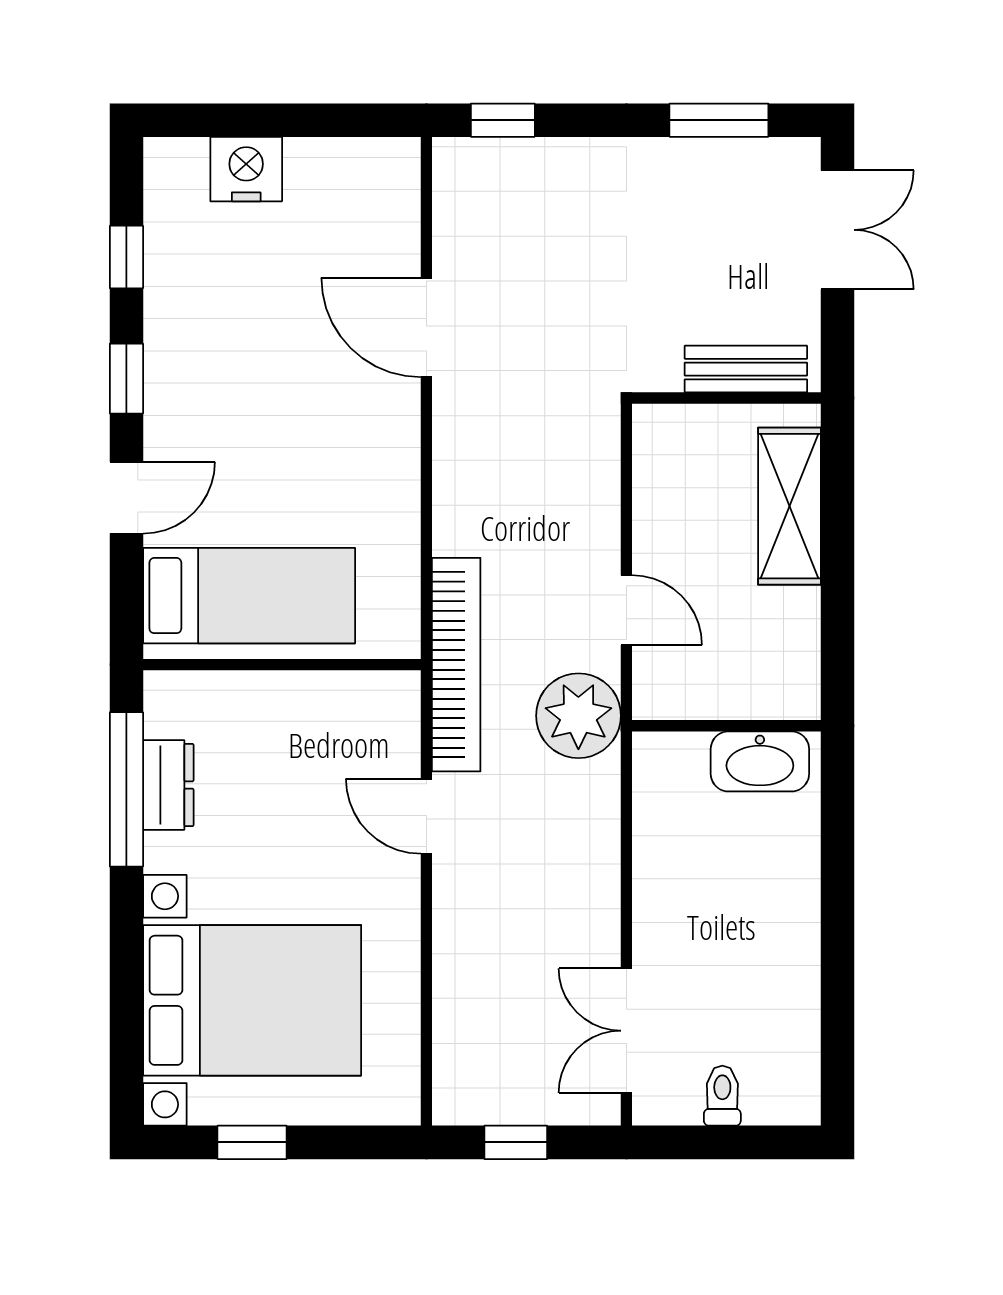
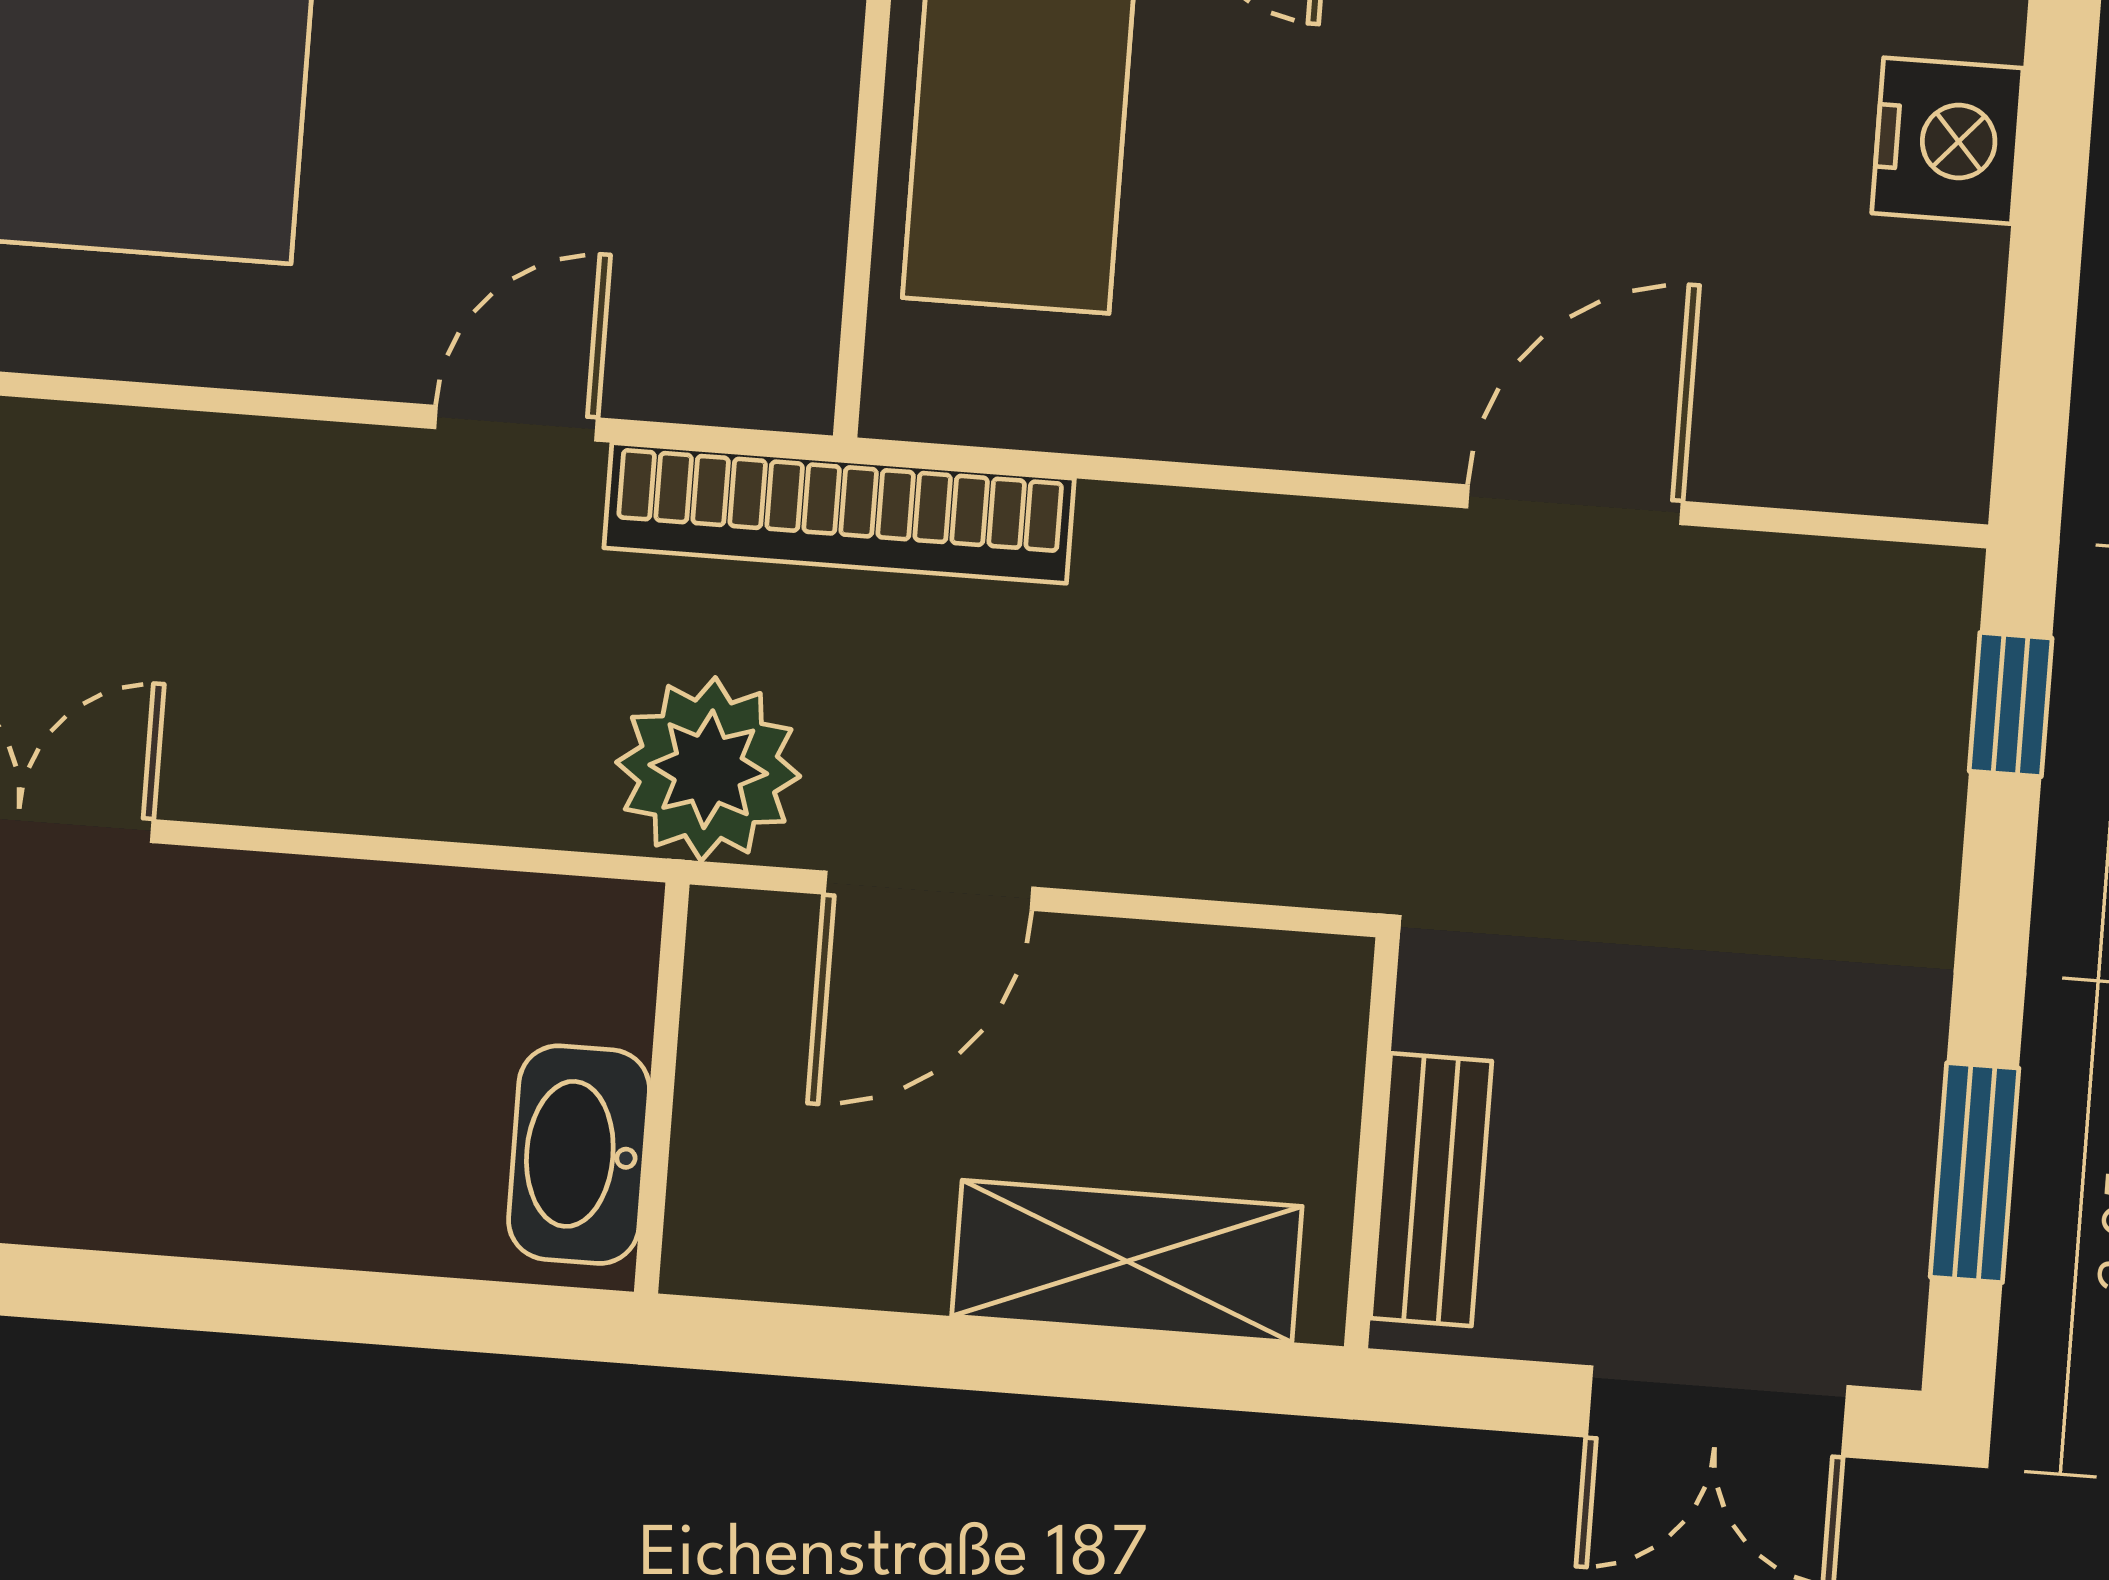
door: (626, 610) -> (929, 891), width x1.38

